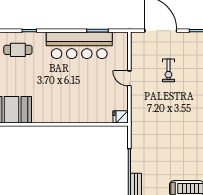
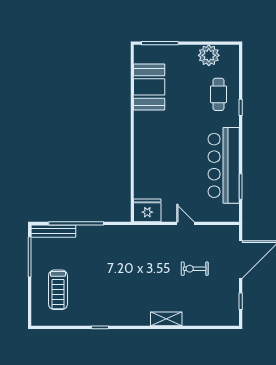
door: (129, 78) -> (185, 223), hinge flipped
fridge: (121, 117) -> (147, 210), width x1.88, depth x1.34

